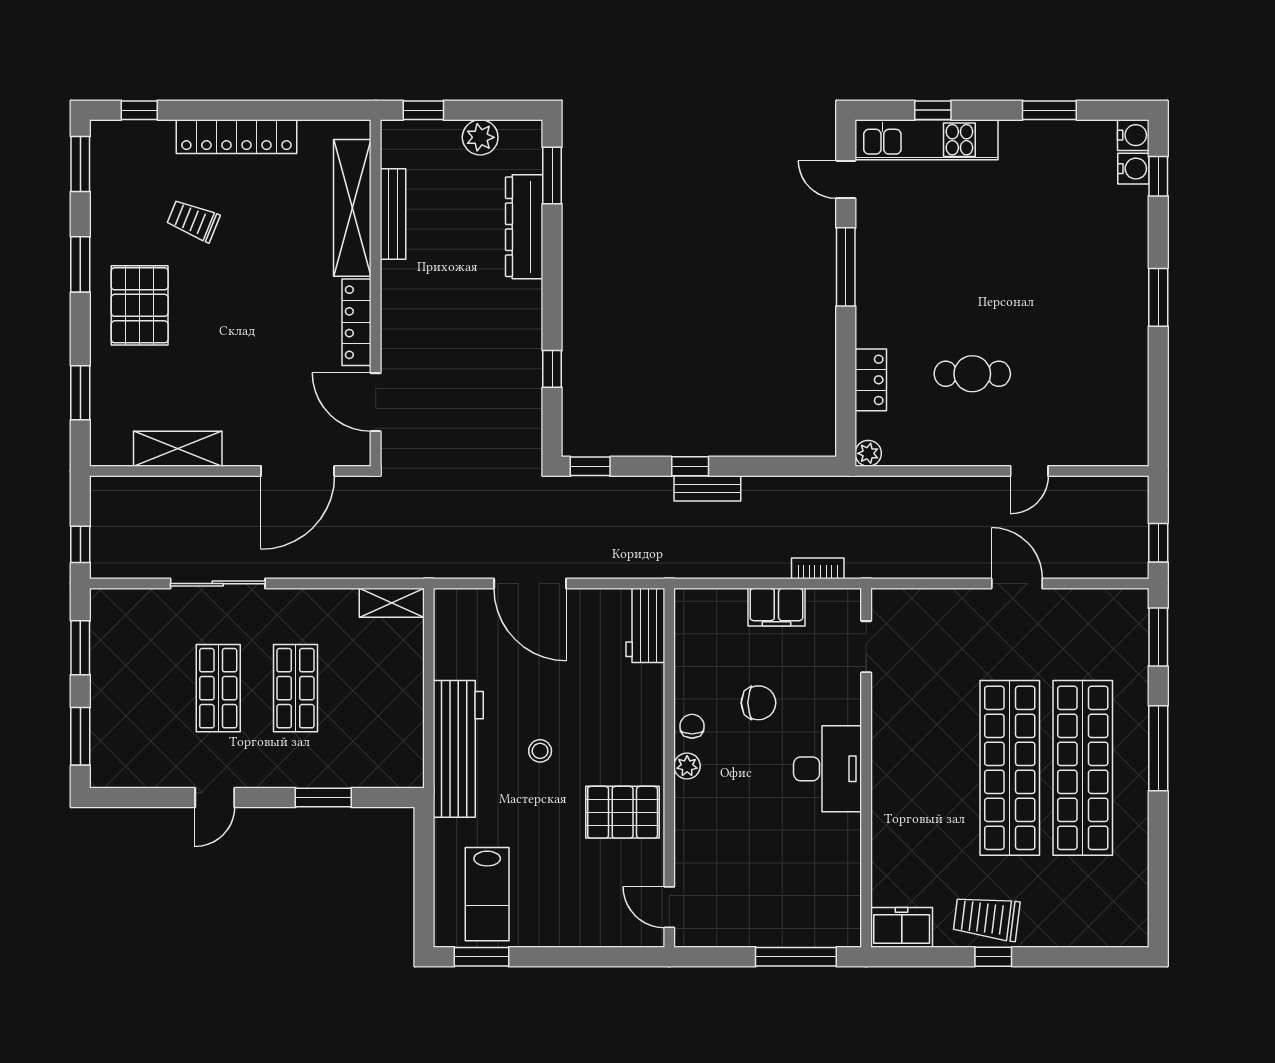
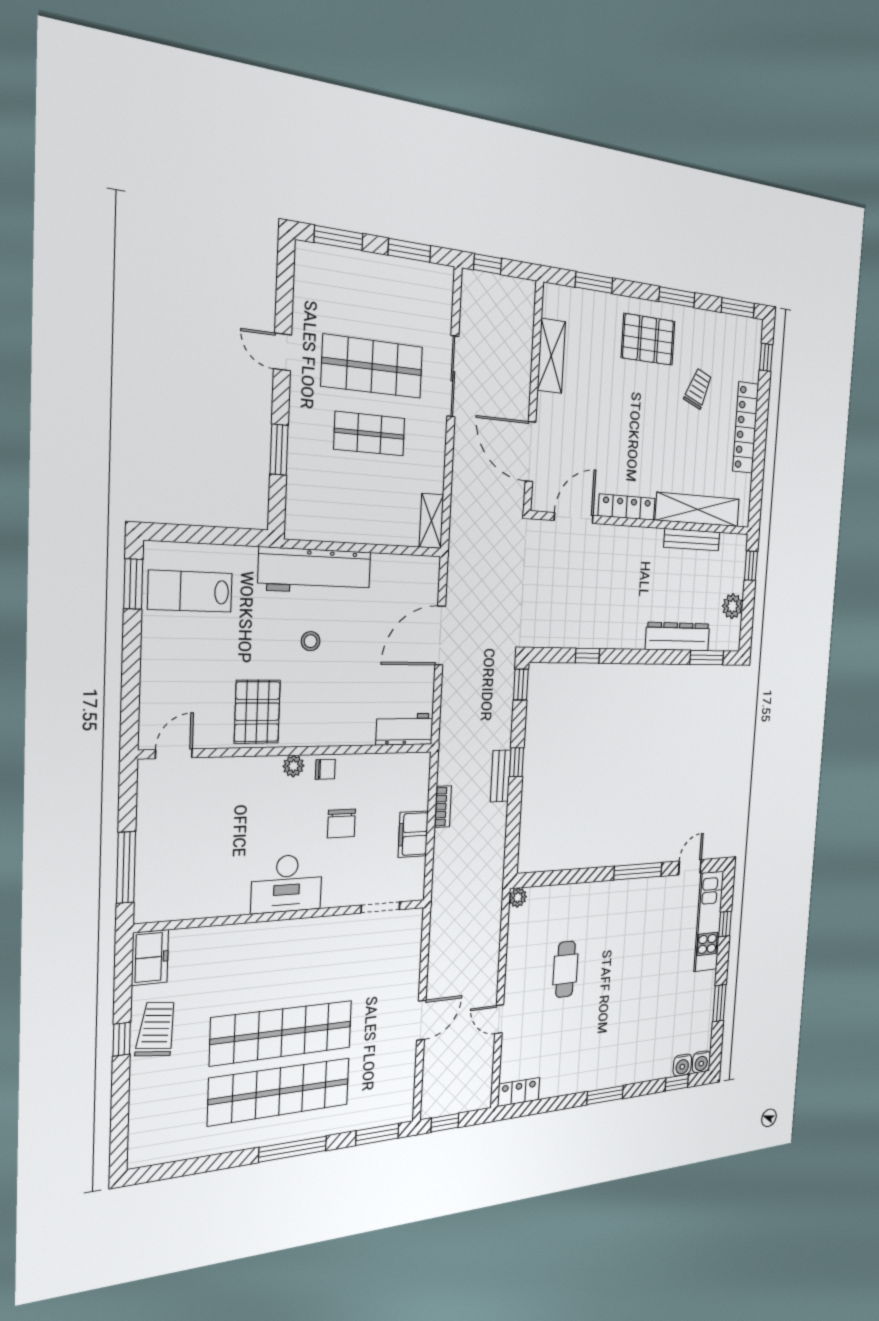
locker: (871, 380) -> (519, 1092), moved, turned 180
bookcase: (818, 568) -> (443, 807), moved
shop shelf: (218, 688) -> (372, 366), width x1.43, depth x1.36

